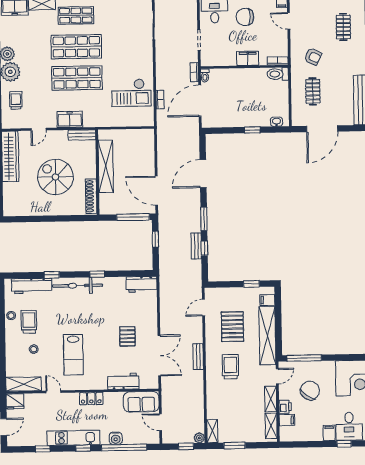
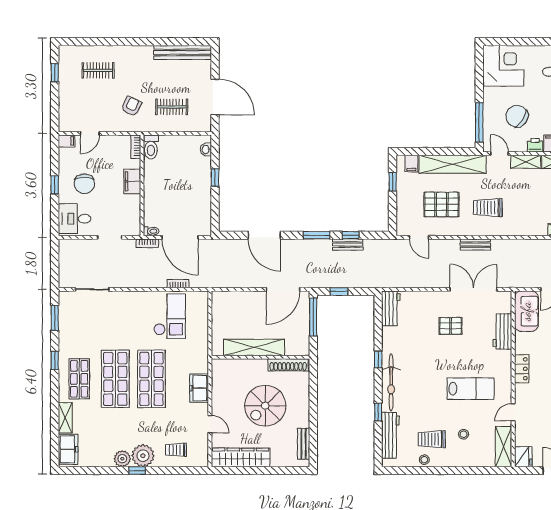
bench: (82, 135) -> (304, 444), moved

